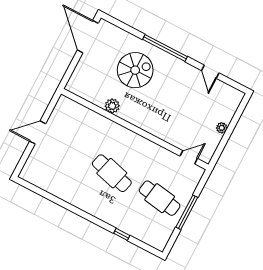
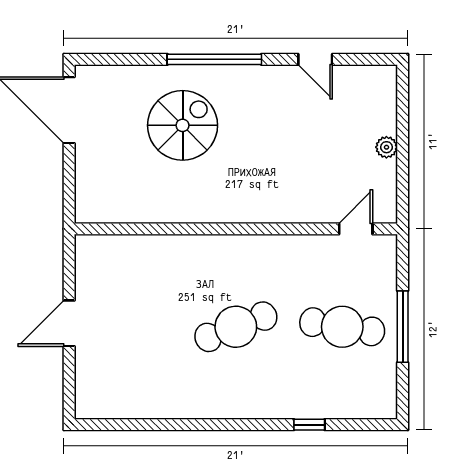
plant: (112, 106) -> (175, 209), removed
cafe table: (112, 173) -> (236, 327), turned -36

